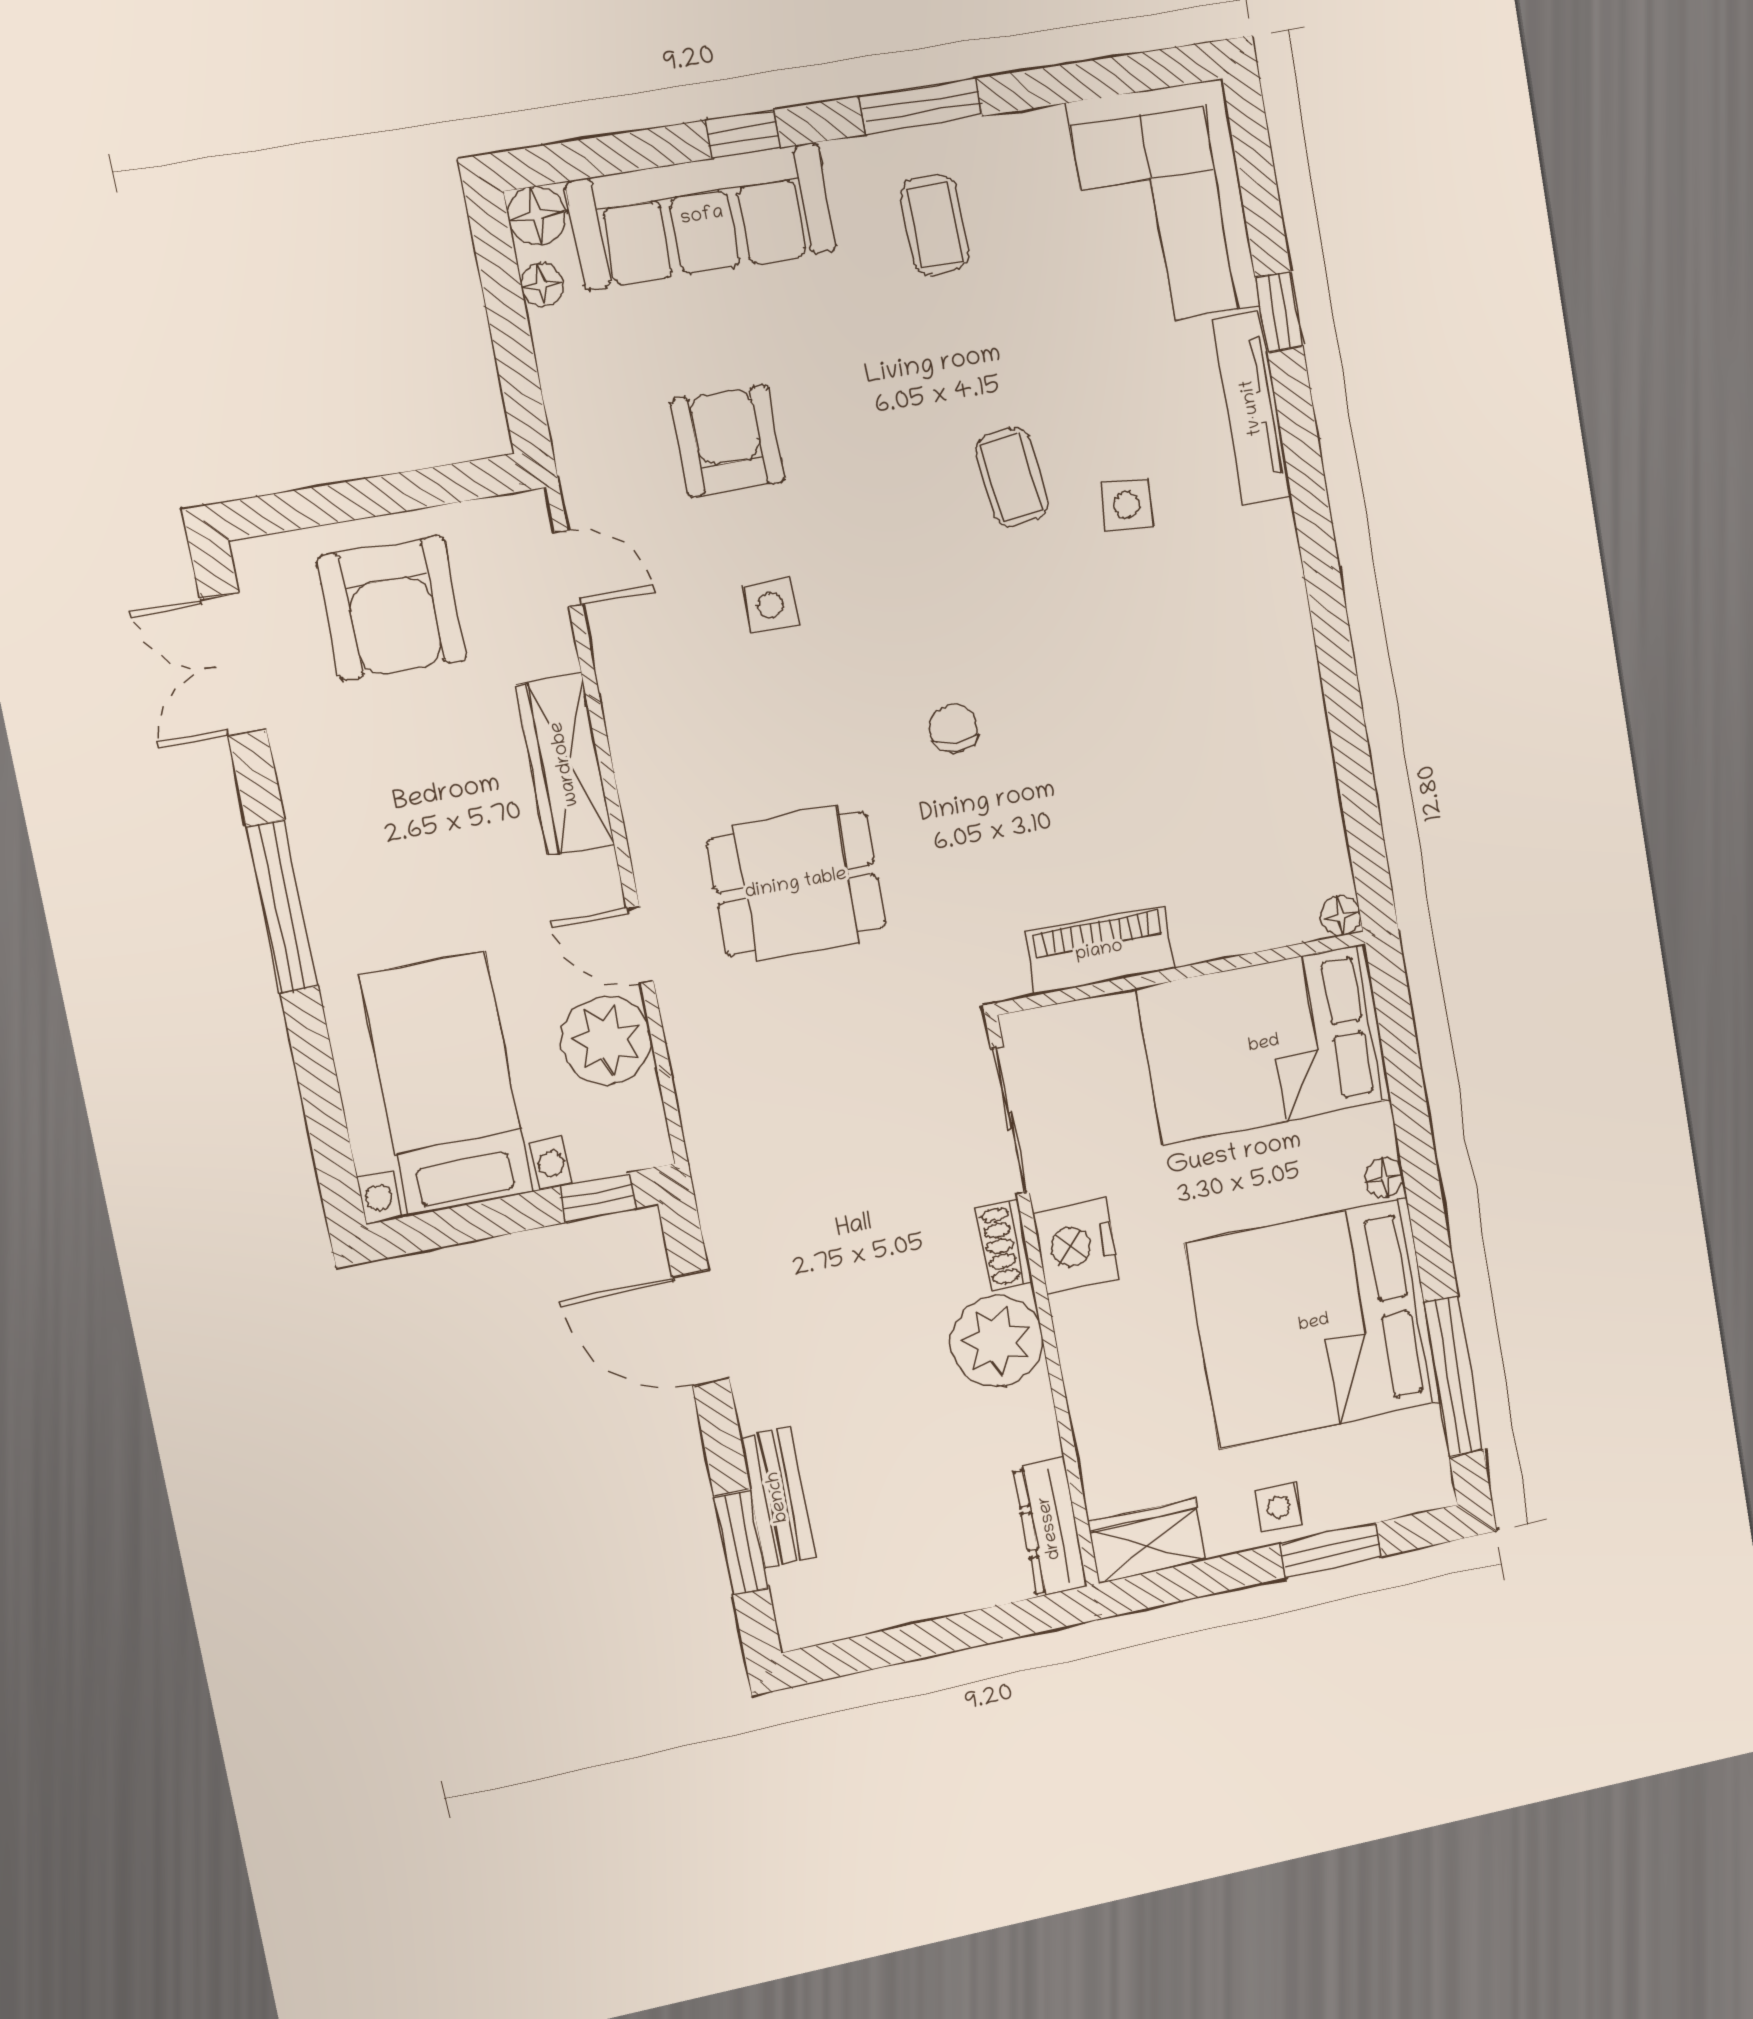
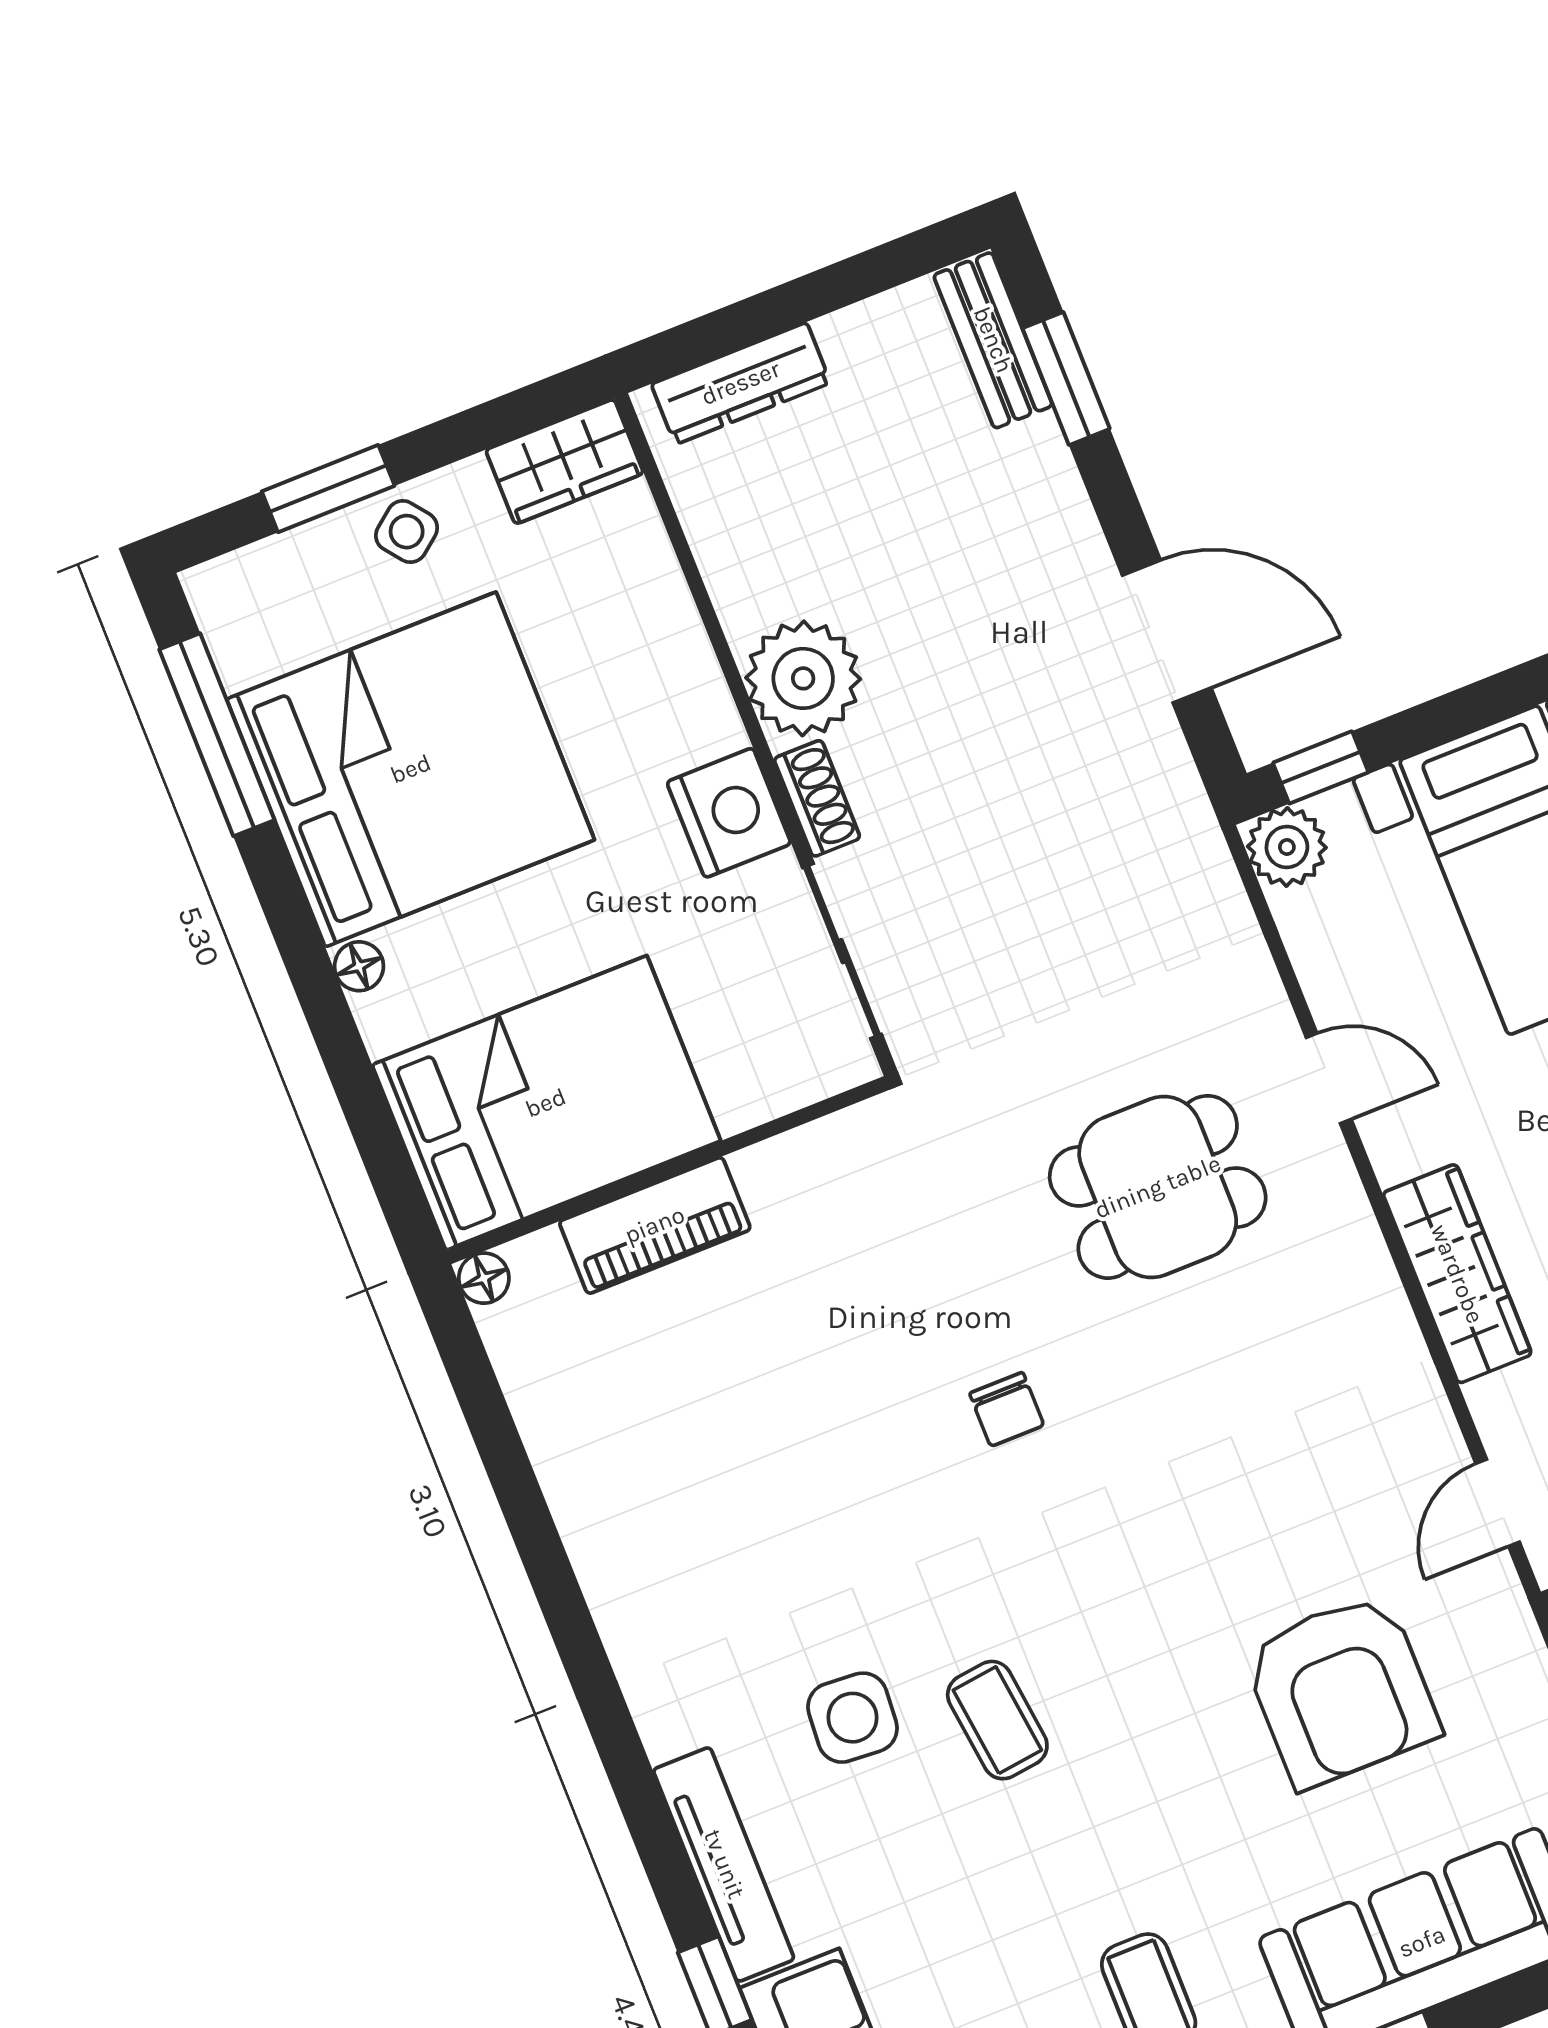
armchair: (728, 441) -> (1341, 1690), width x1.36, depth x1.36
side table: (1126, 505) -> (853, 1718), width x1.37, depth x1.37
door: (568, 568) -> (1498, 1503), hinge flipped
side table: (770, 605) -> (1254, 1510), removed
piano: (1099, 951) -> (655, 1225), moved
plant: (606, 1040) -> (1287, 847), moved, width x0.73, depth x0.73
bench: (778, 1497) -> (993, 340), moved
side table: (1278, 1507) -> (407, 532), turned -38
dresser: (1050, 1528) -> (741, 383), moved, turned 90

